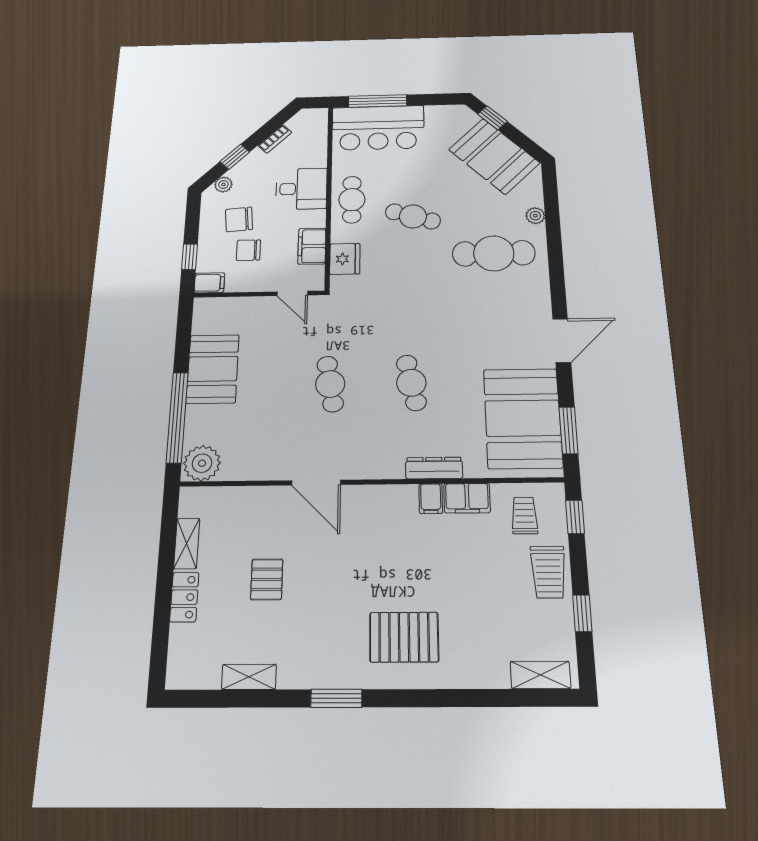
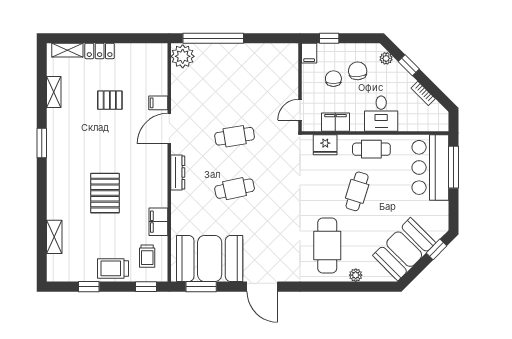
booth: (213, 369) -> (246, 59), removed
dresser: (434, 468) -> (178, 172), moved
filing cabinet: (431, 499) -> (158, 103), moved
trolley: (524, 515) -> (147, 256), turned 90
shelving: (187, 544) -> (67, 50), moved
pallet: (404, 637) -> (105, 193), moved
shelving: (540, 675) -> (54, 237), moved

